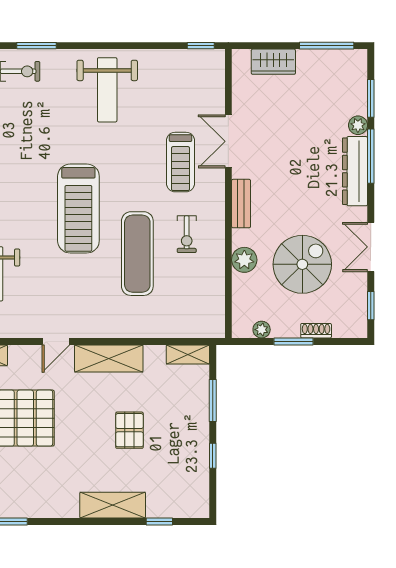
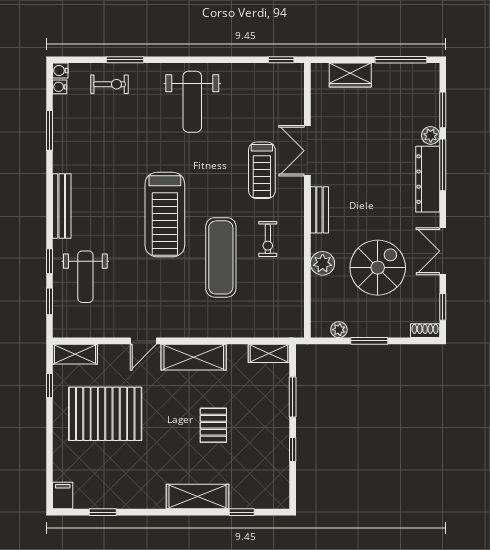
shoe rack: (316, 331) -> (425, 331), moved

